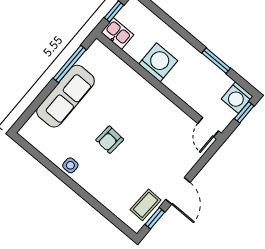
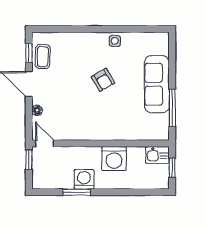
washing machine: (237, 98) -> (84, 179), moved
window: (244, 112) -> (29, 160), moved
armchair: (110, 140) -> (103, 80), turned 146
floor lamp: (190, 162) -> (37, 110), added

